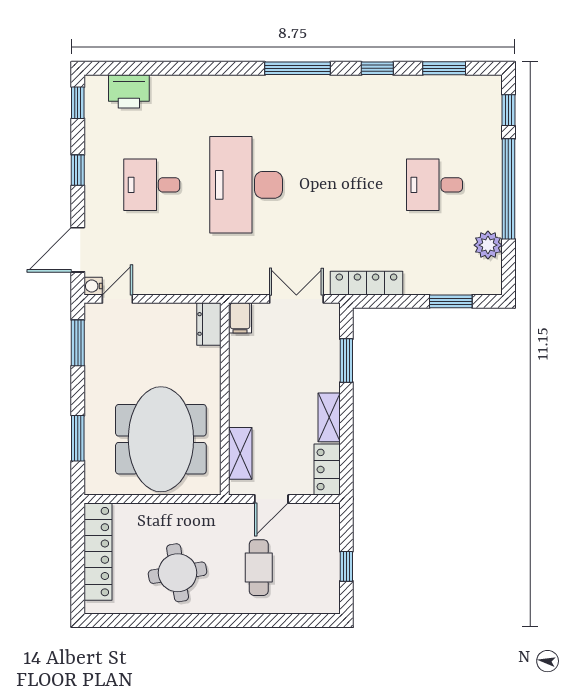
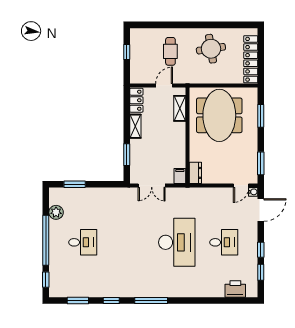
window: (78, 103) -> (261, 272), moved
locker: (366, 283) -> (117, 193), removed

